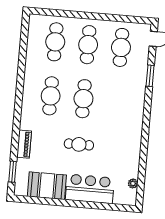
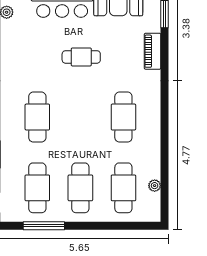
window: (118, 18) -> (44, 226), added
plant: (31, 41) -> (155, 186), added
cafe table: (83, 99) -> (37, 117), moved

